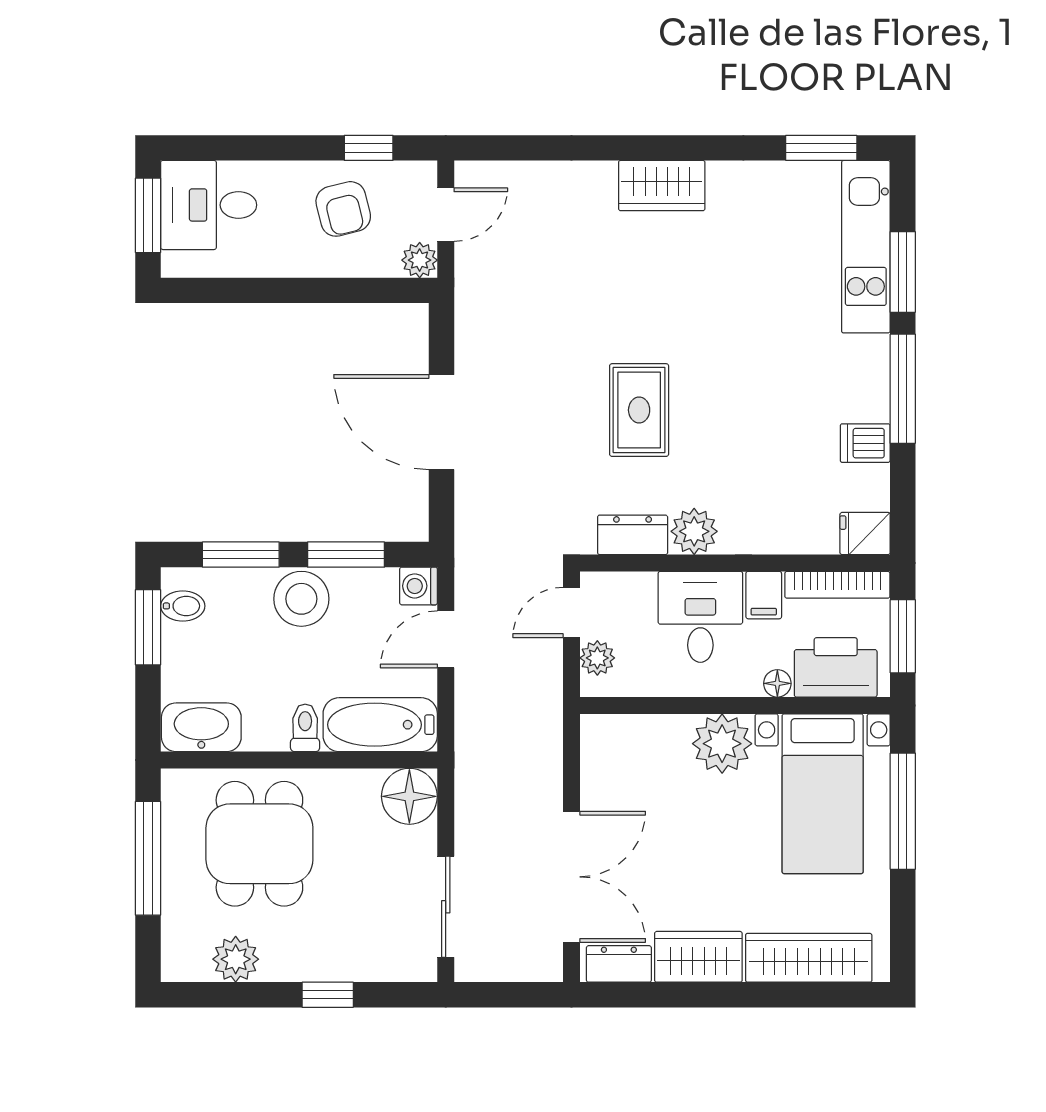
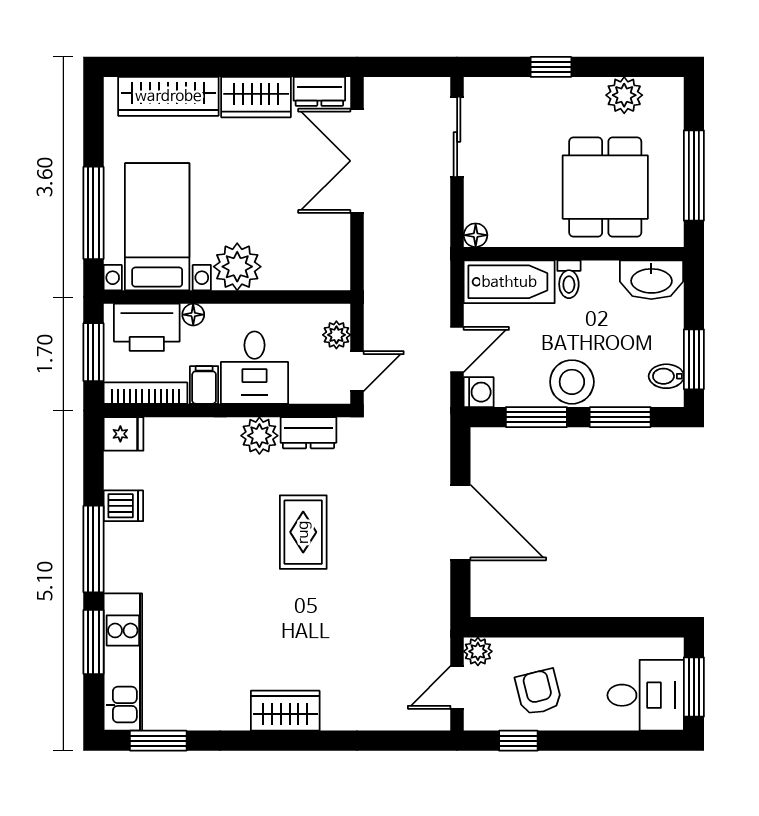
floor lamp: (409, 796) -> (476, 235), width x0.53, depth x0.53

